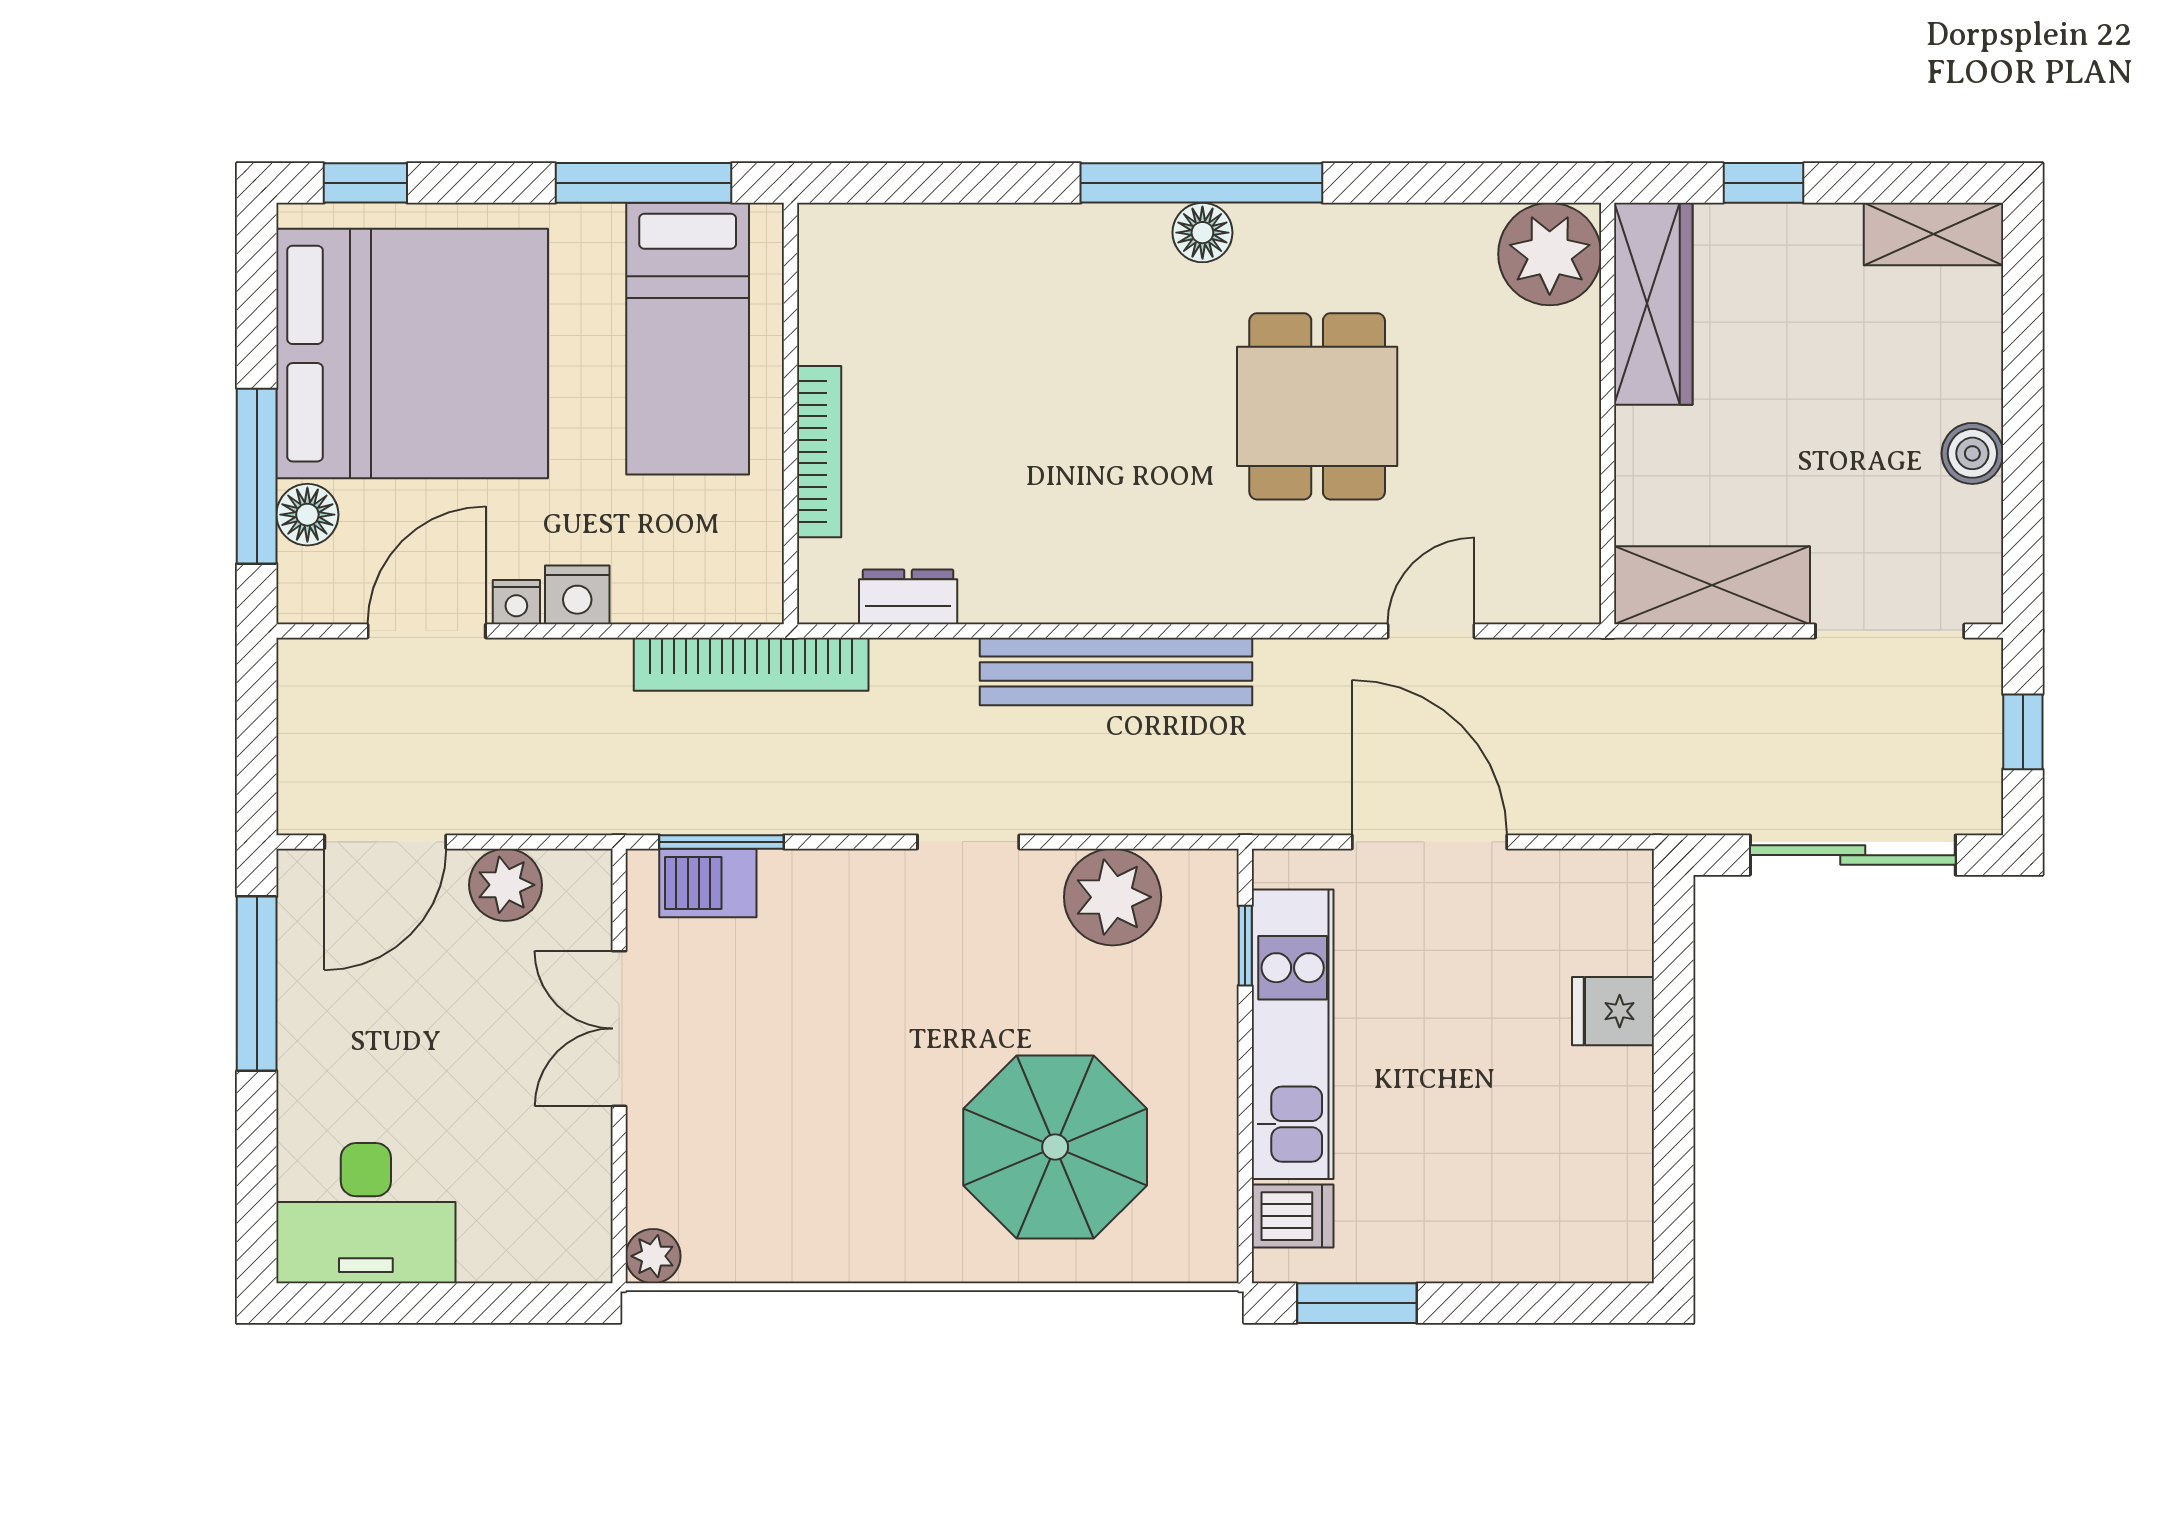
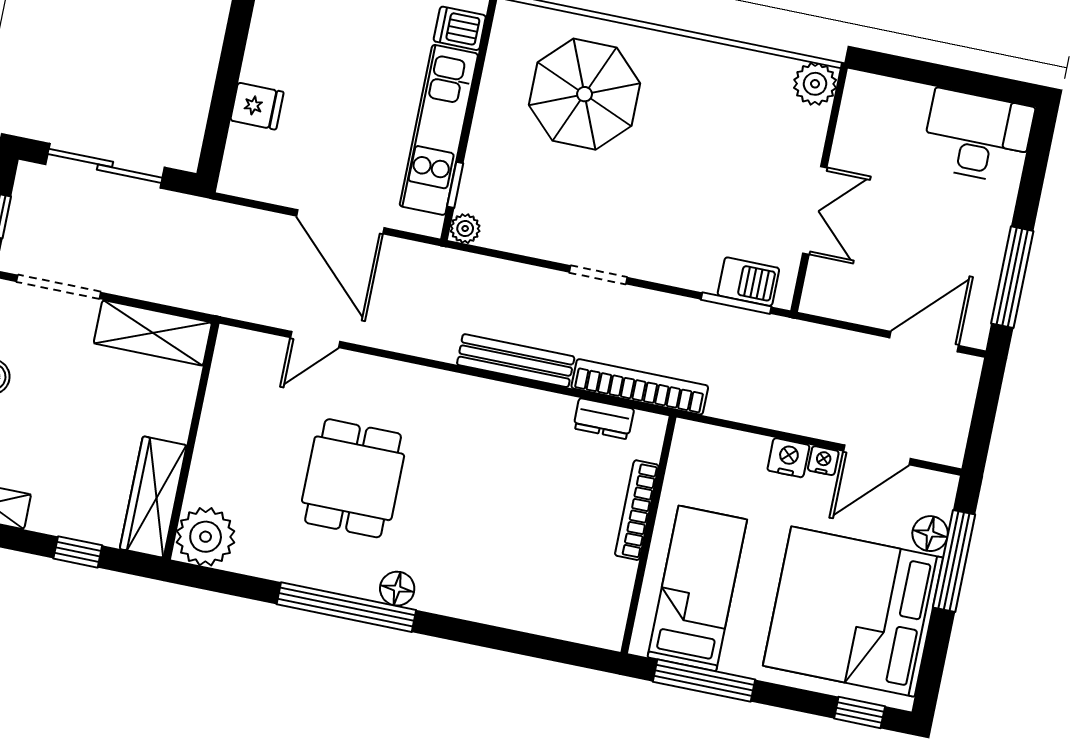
window: (1201, 183) -> (346, 607), moved
bookcase: (751, 664) -> (640, 387), moved
bench: (1116, 671) -> (516, 361), width x0.73, depth x0.82
plant: (506, 885) -> (862, 304), removed
plant: (1113, 897) -> (465, 229), moved, width x0.53, depth x0.53
plant: (653, 1256) -> (815, 84), width x1.38, depth x1.38

